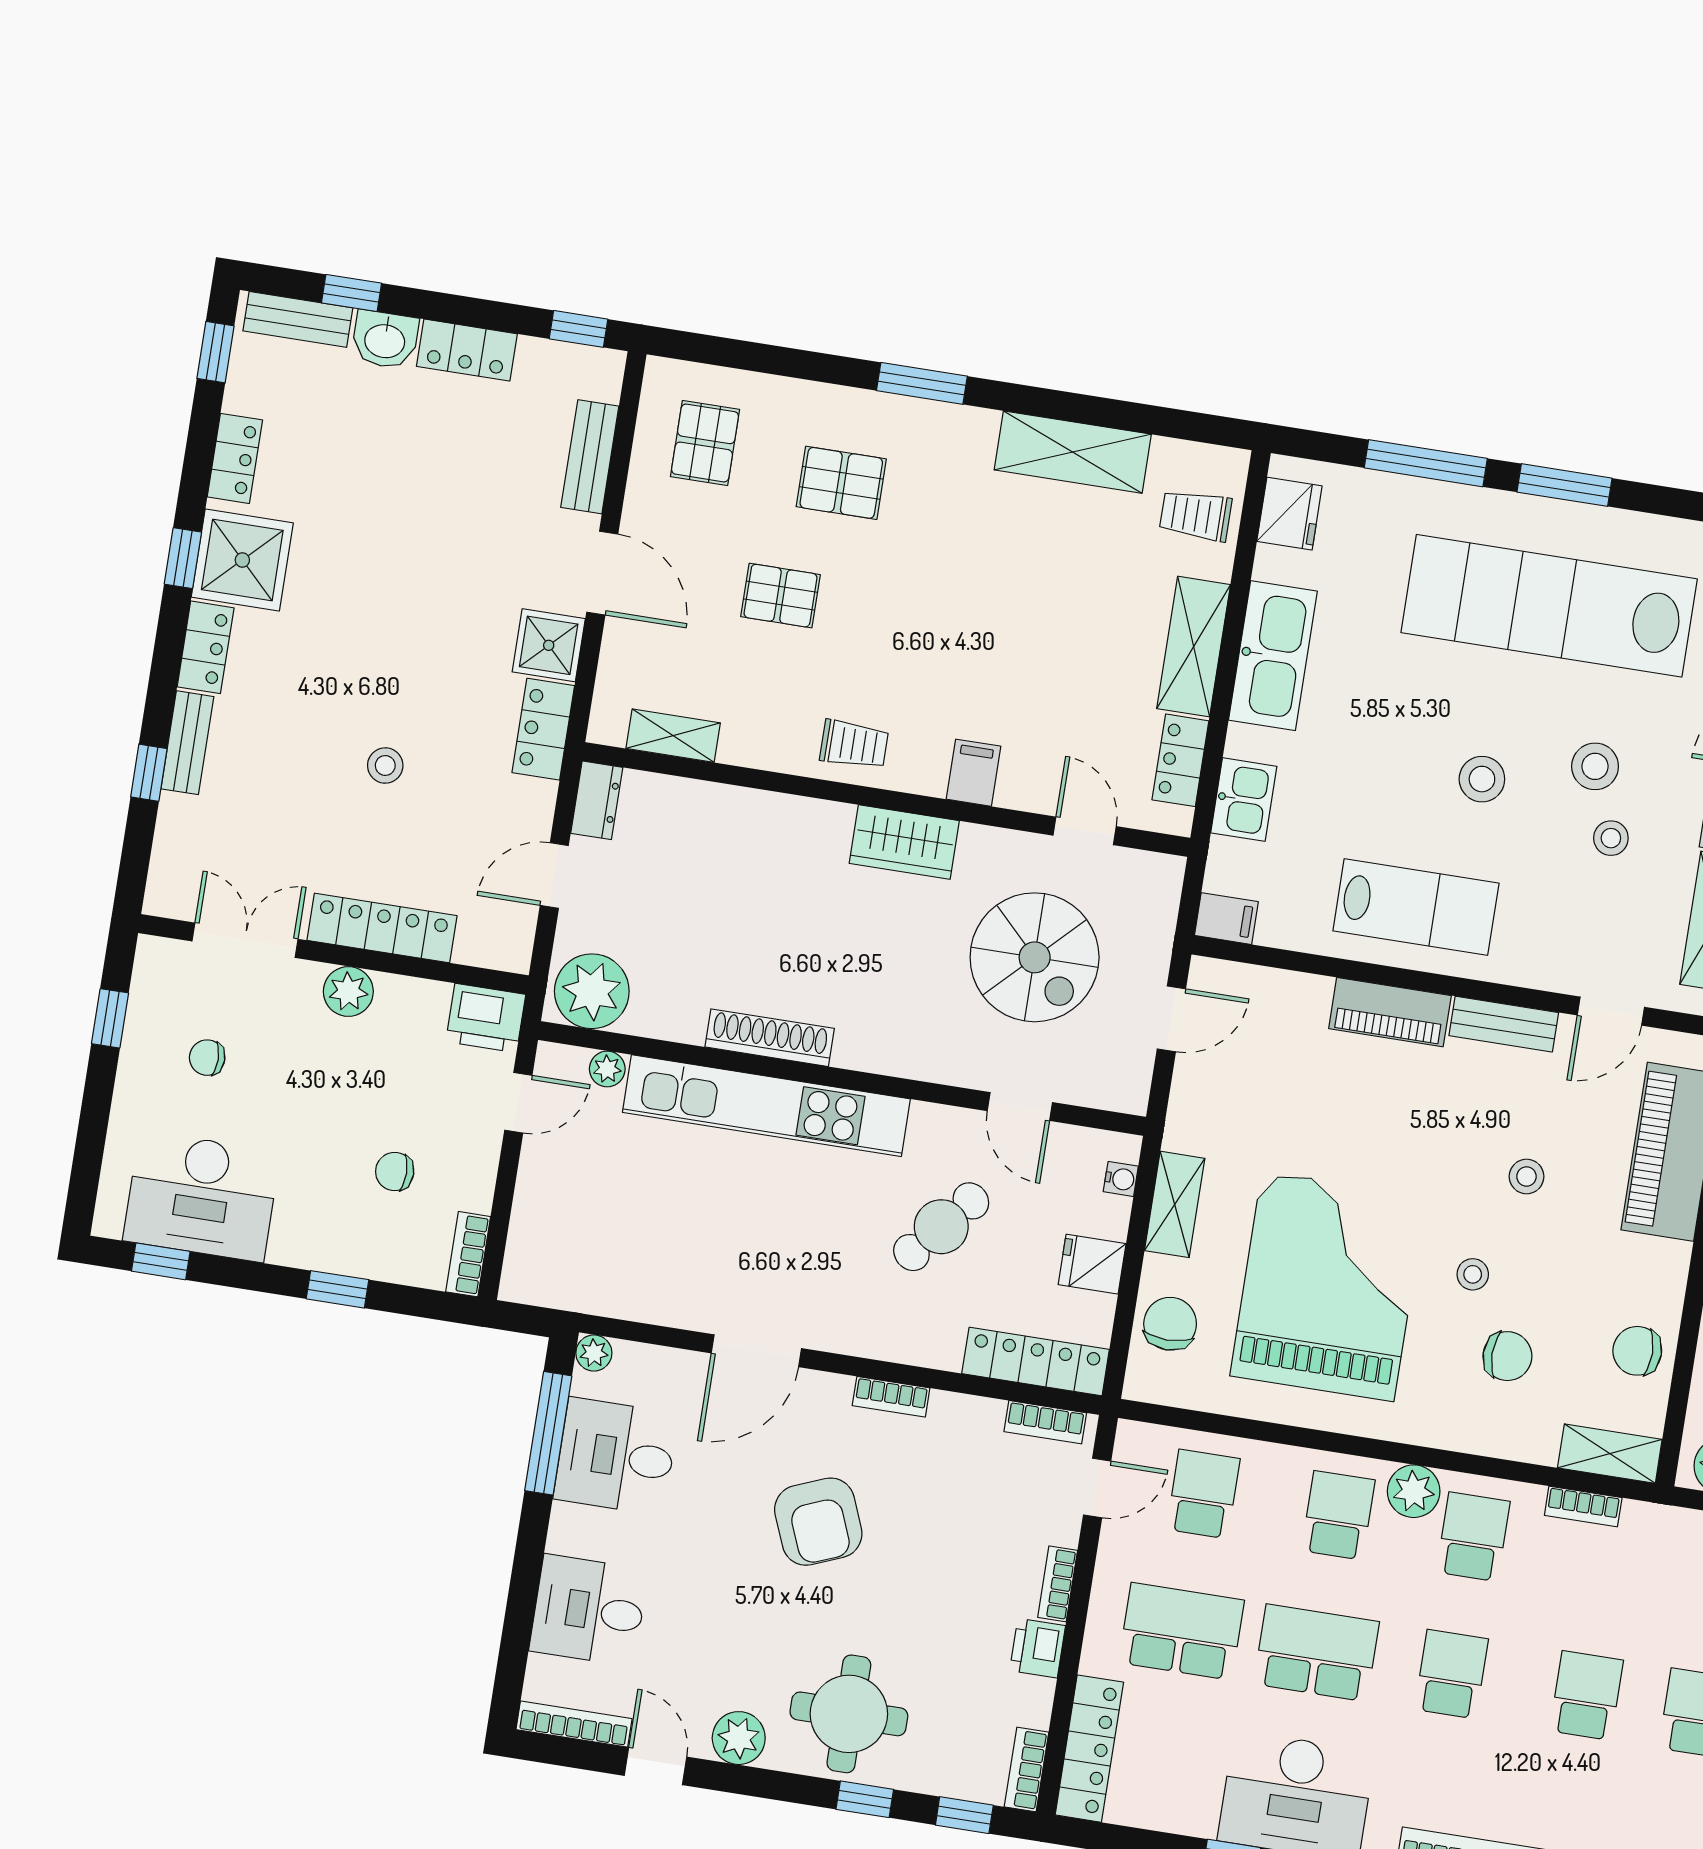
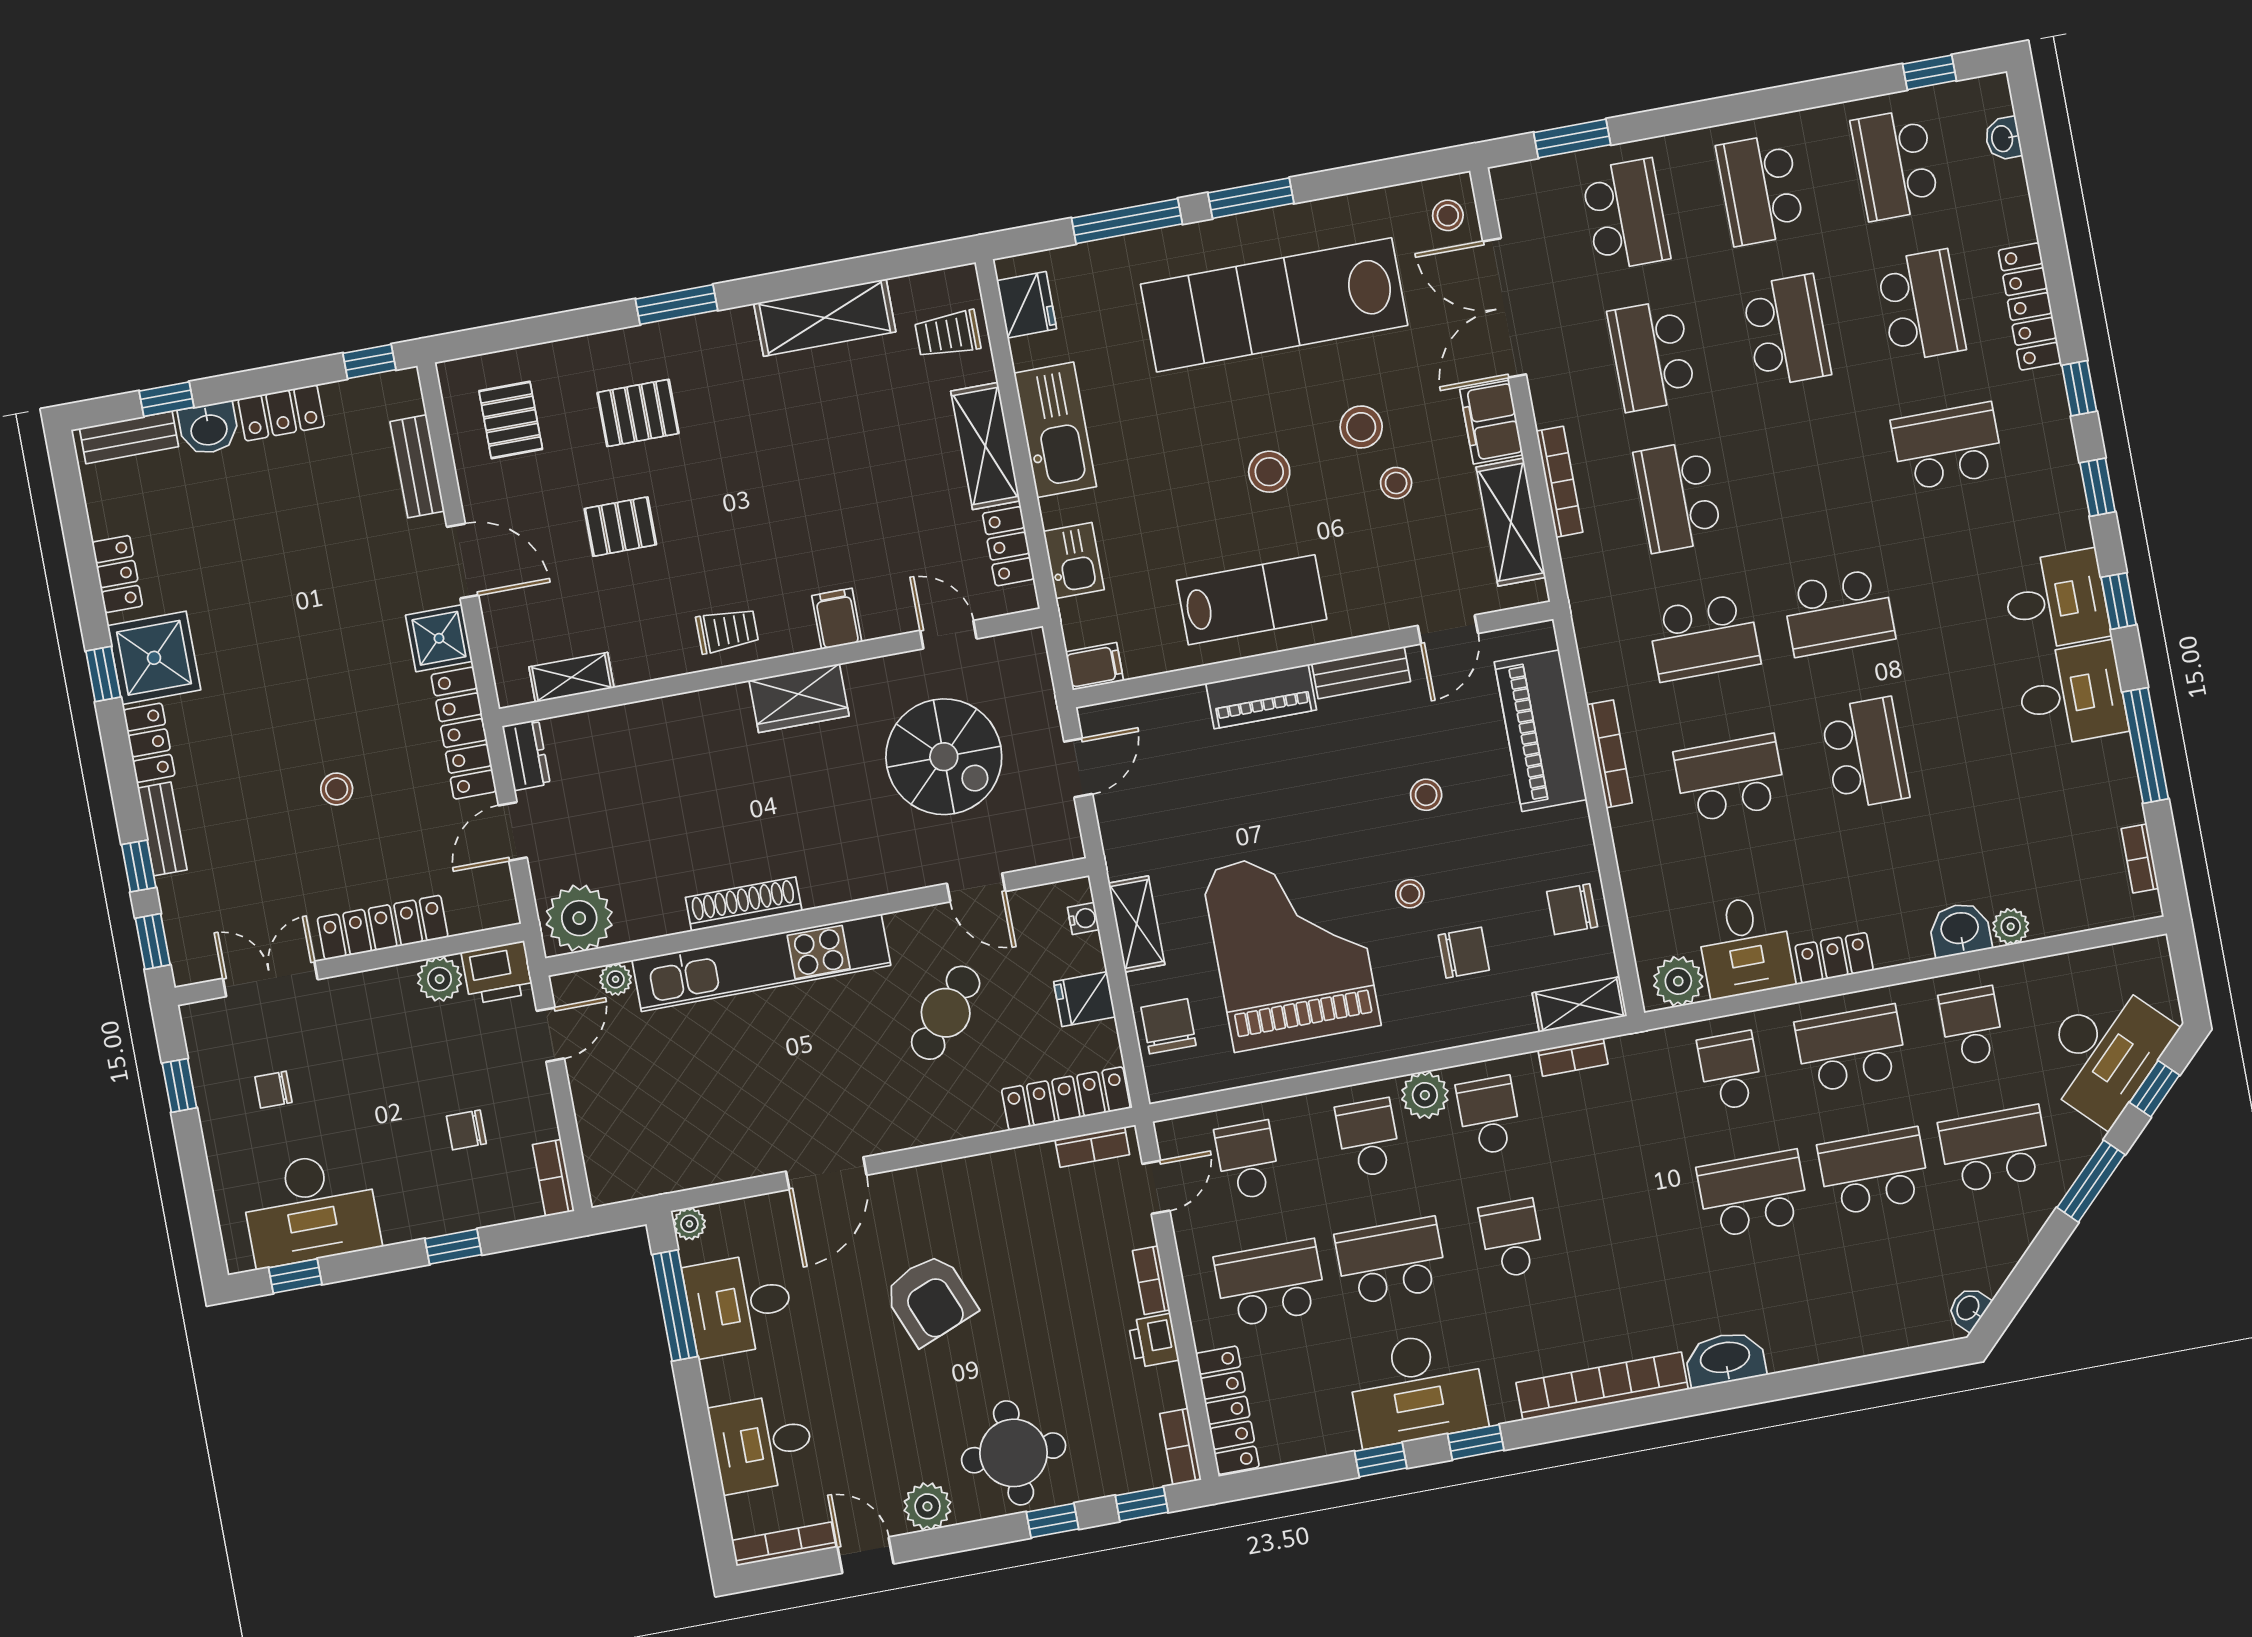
window: (215, 352) -> (153, 941), moved
locker: (543, 729) -> (464, 733), width x1.53
plant: (348, 991) -> (440, 979), moved
bookcase: (891, 1397) -> (954, 1172), removed
school desk: (1586, 1696) -> (1632, 1216), removed

